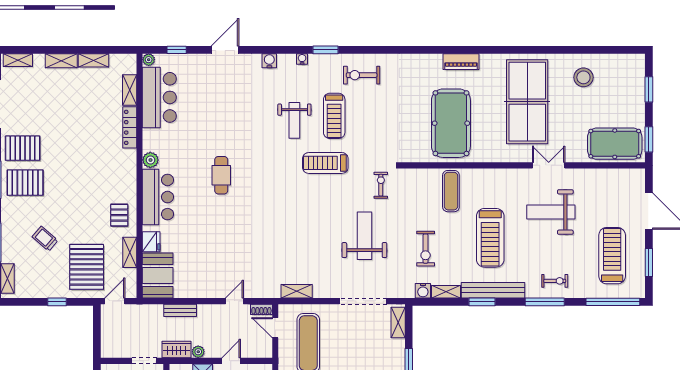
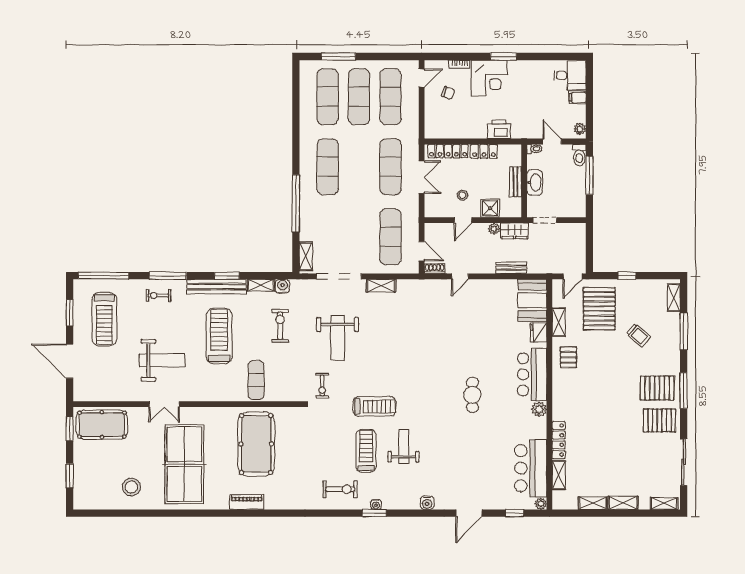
water cooler: (302, 59) -> (376, 504), moved
shelving: (297, 291) -> (381, 286), moved

